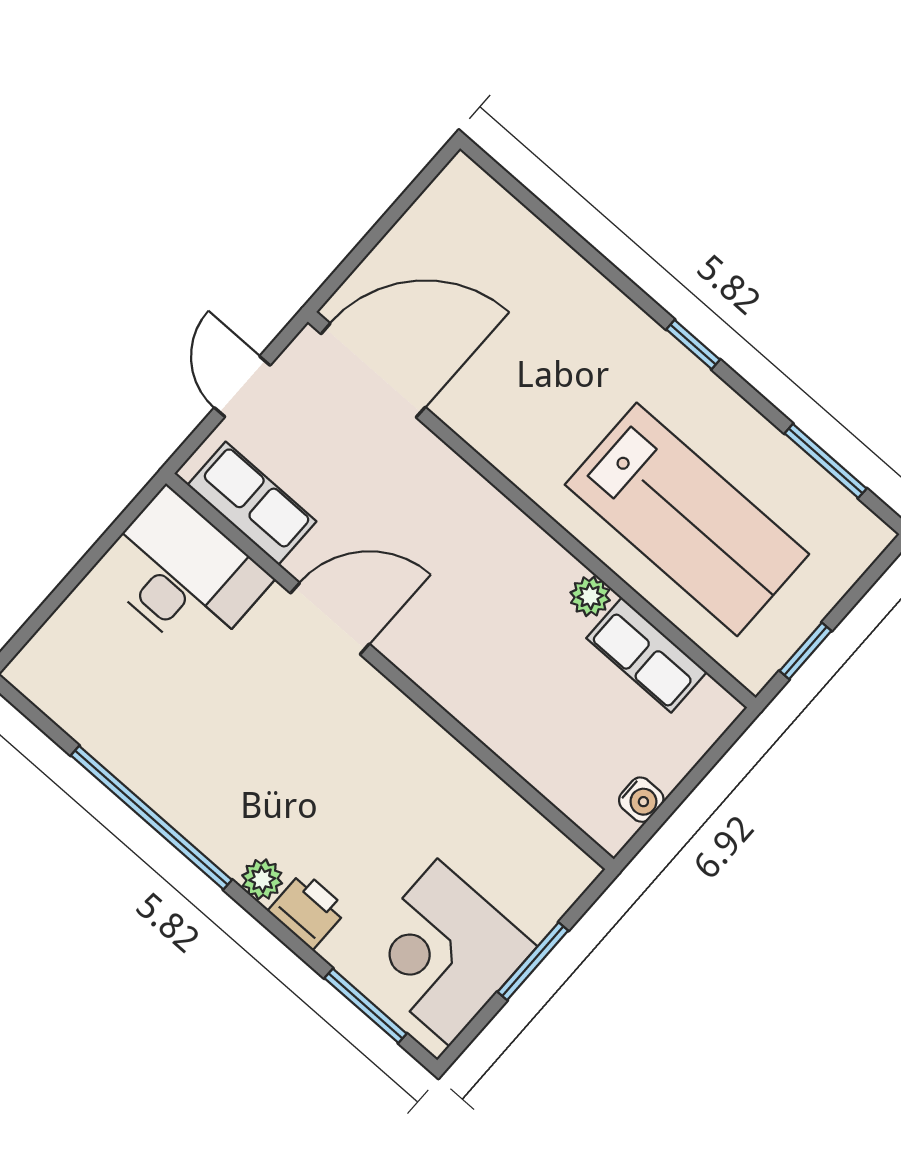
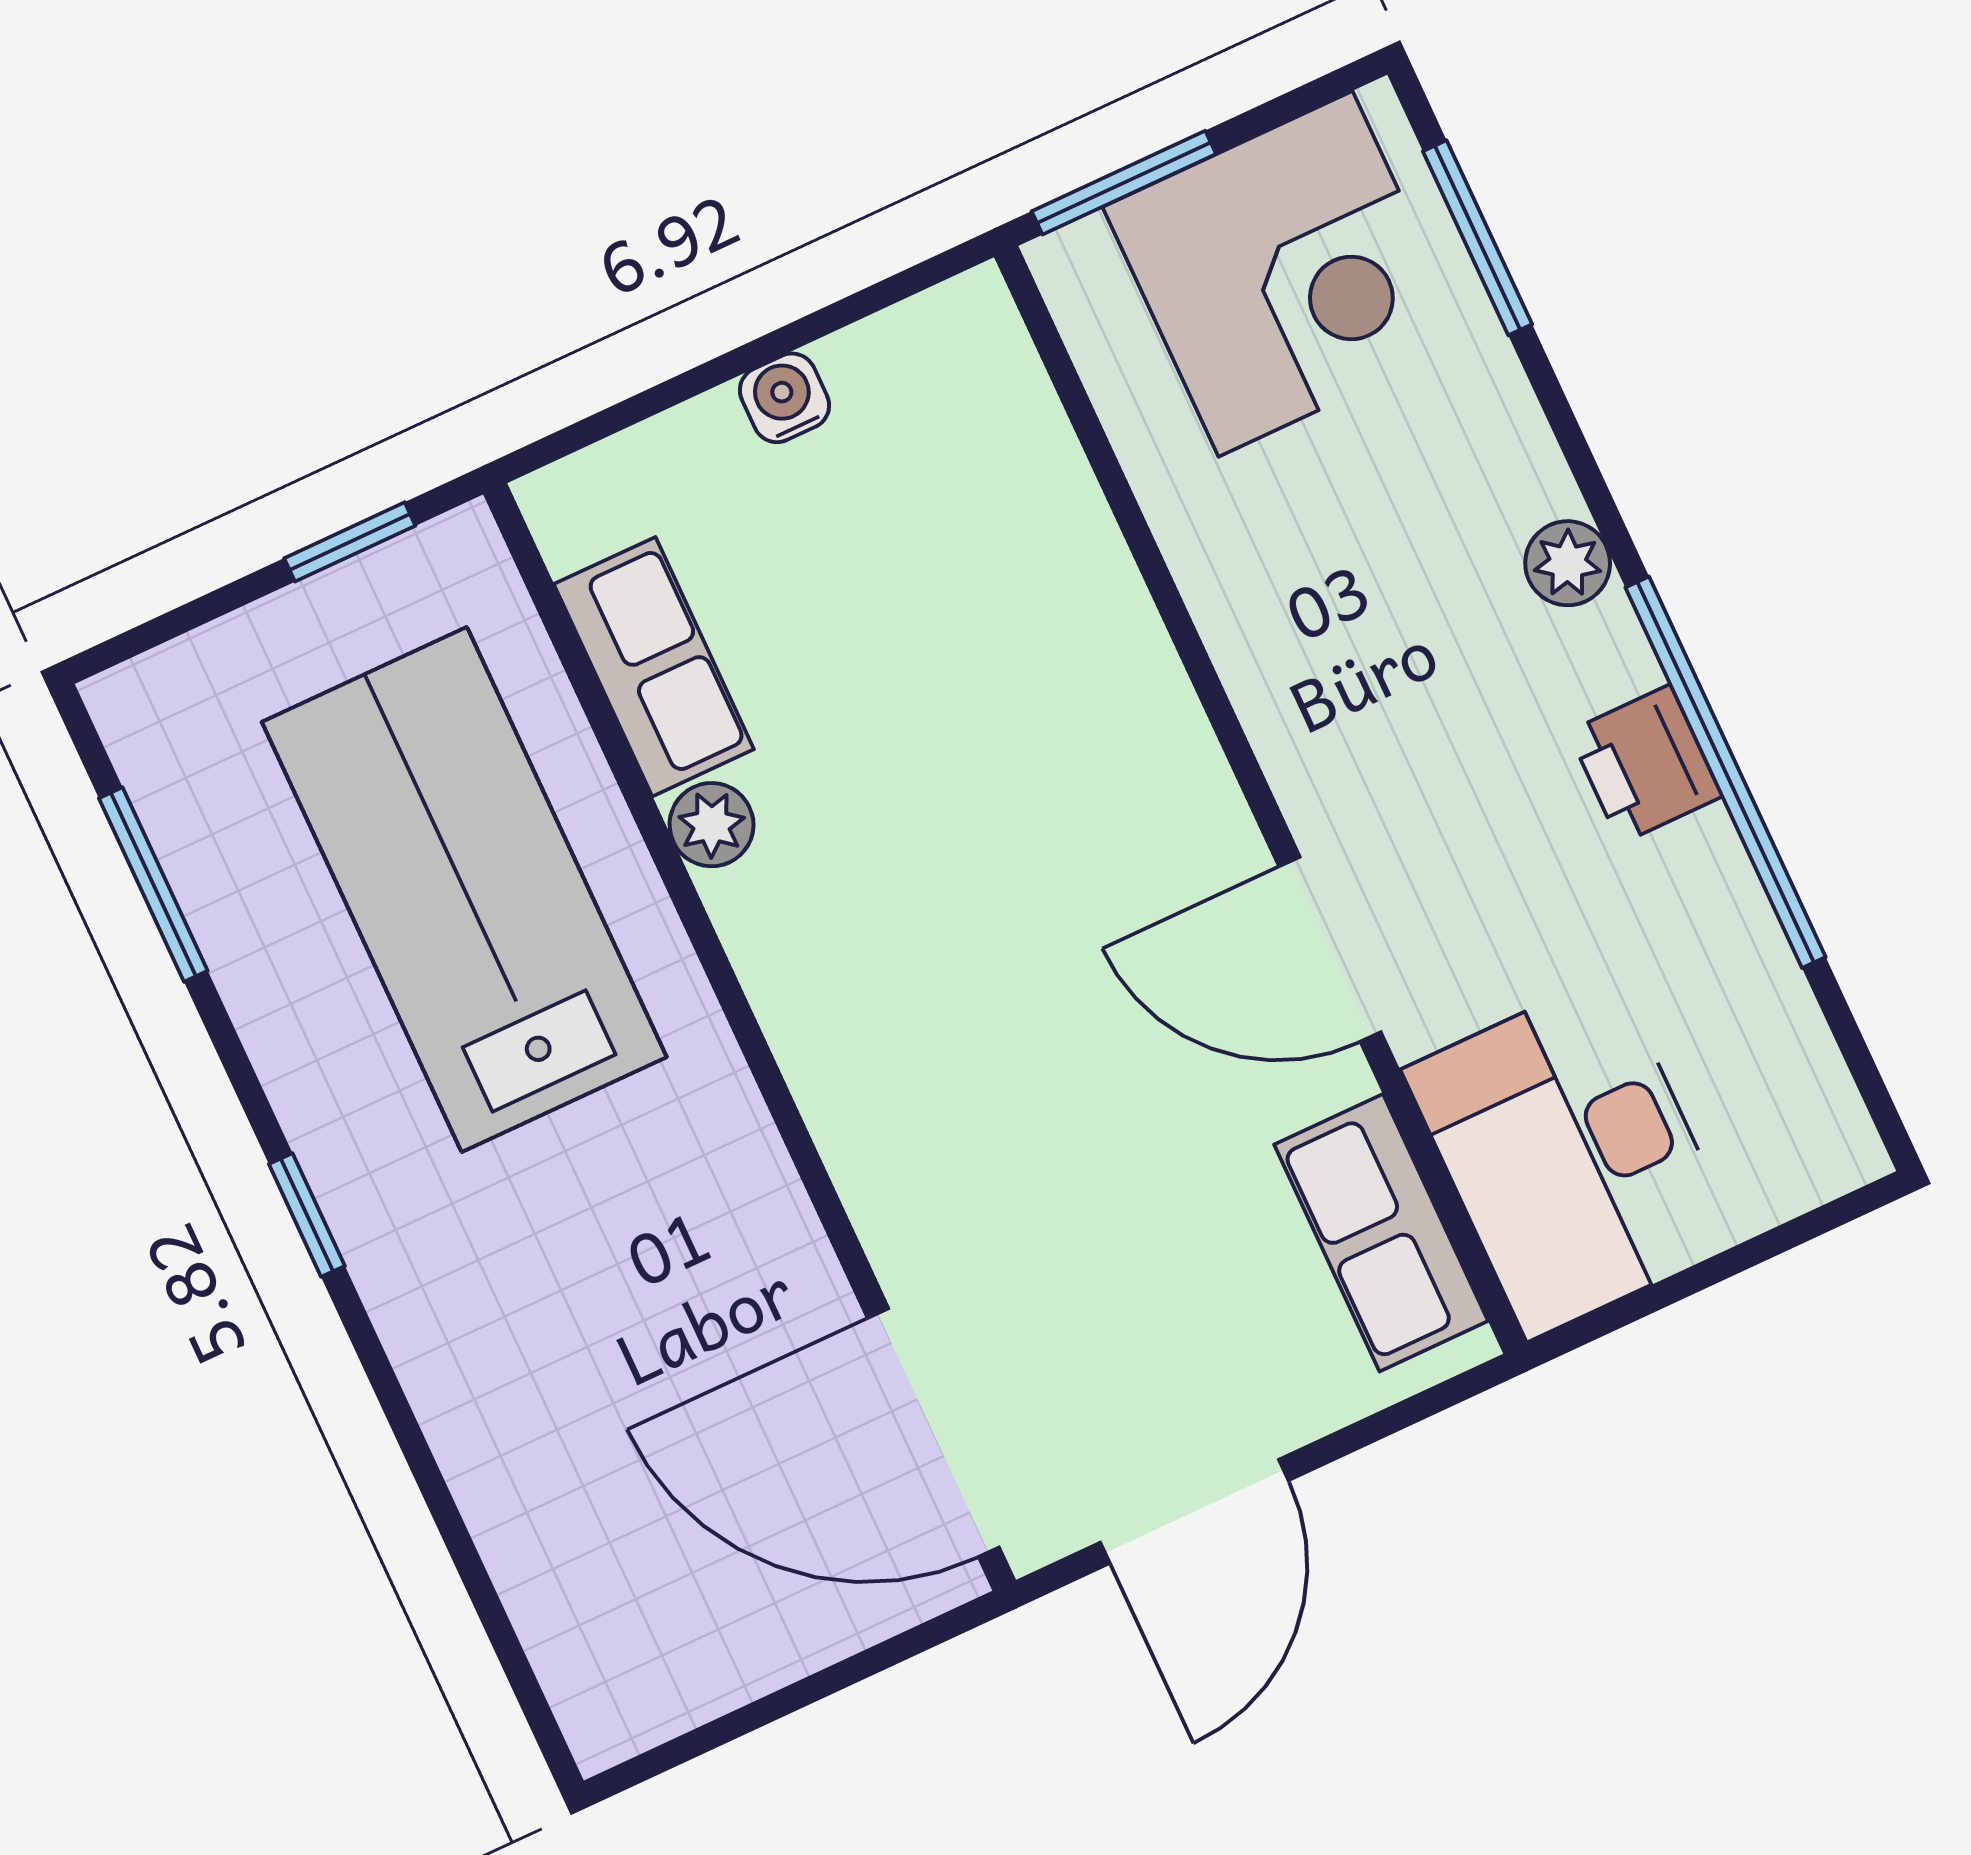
door: (242, 387) -> (1194, 1511), width x1.38
row of seats: (252, 503) -> (1381, 1233), moved
desk: (183, 574) -> (1571, 1156), moved
door: (330, 619) -> (1330, 949), moved
wall: (390, 671) -> (1261, 800), moved
printer: (308, 910) -> (1645, 764), moved

